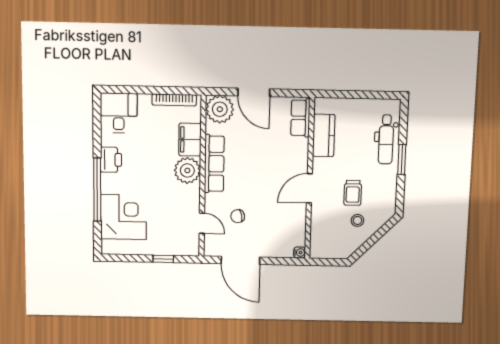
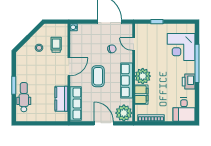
row of seats: (300, 118) -> (76, 103), width x1.48
coffee table: (262, 172) -> (98, 76), added
trolley: (353, 193) -> (56, 45), moved

